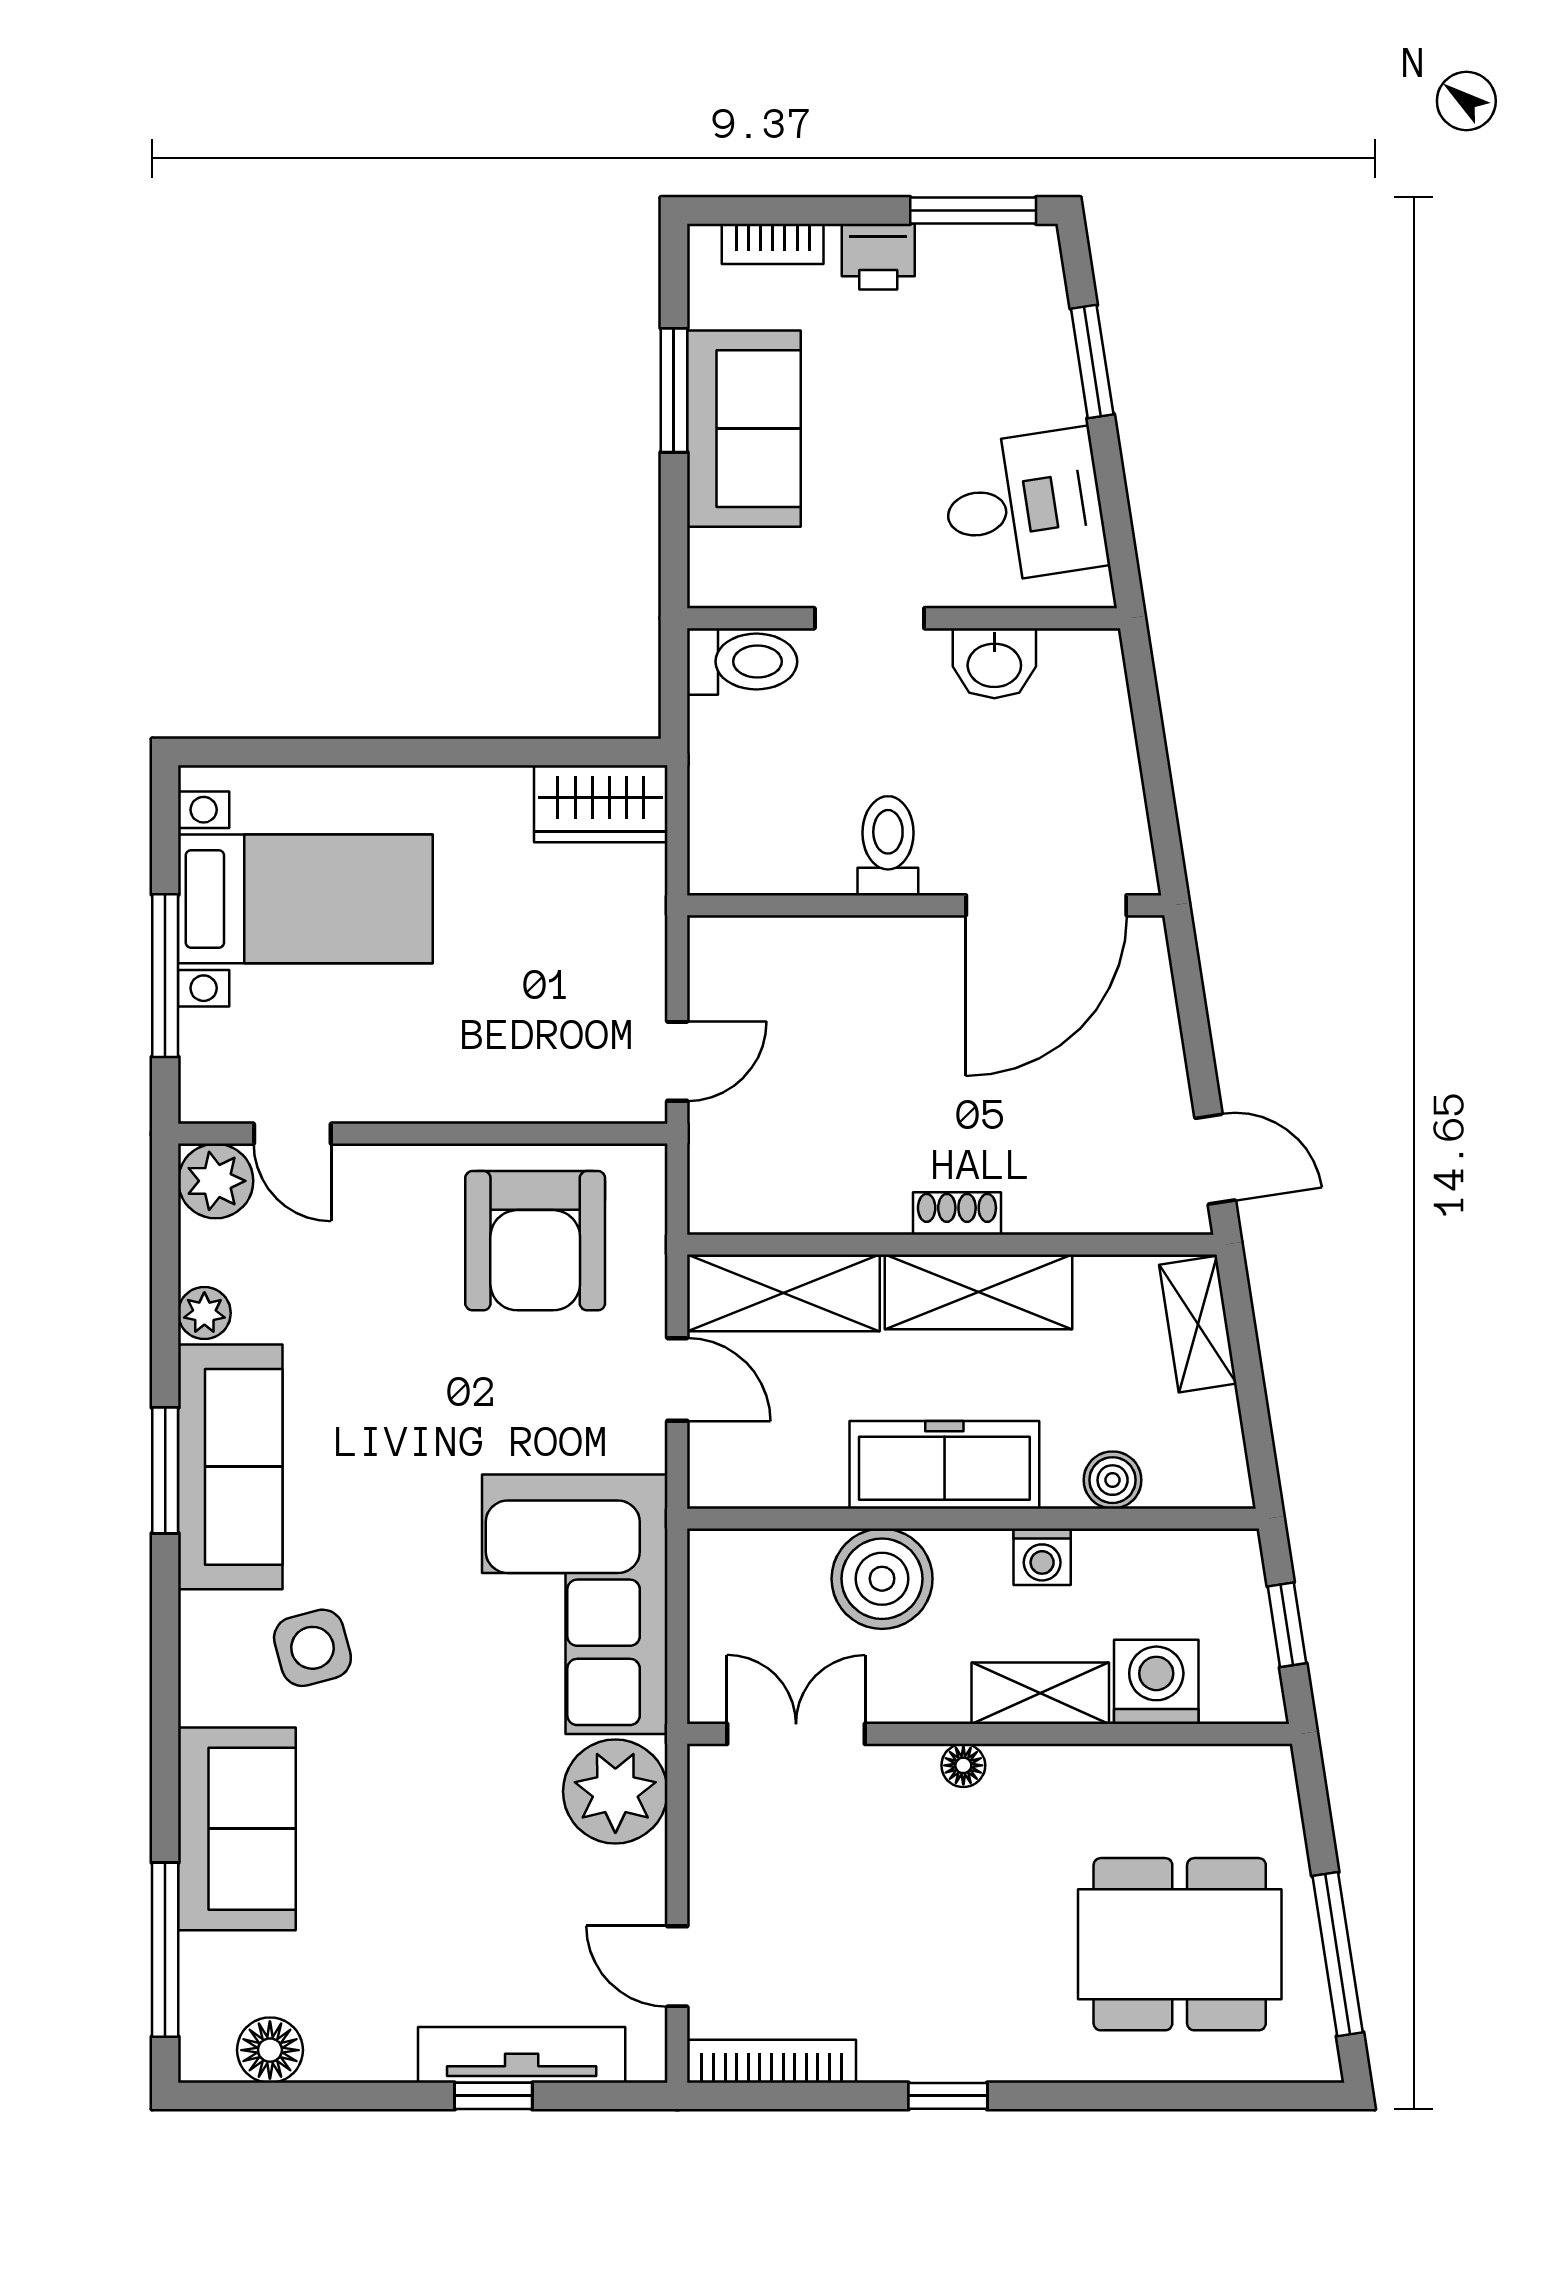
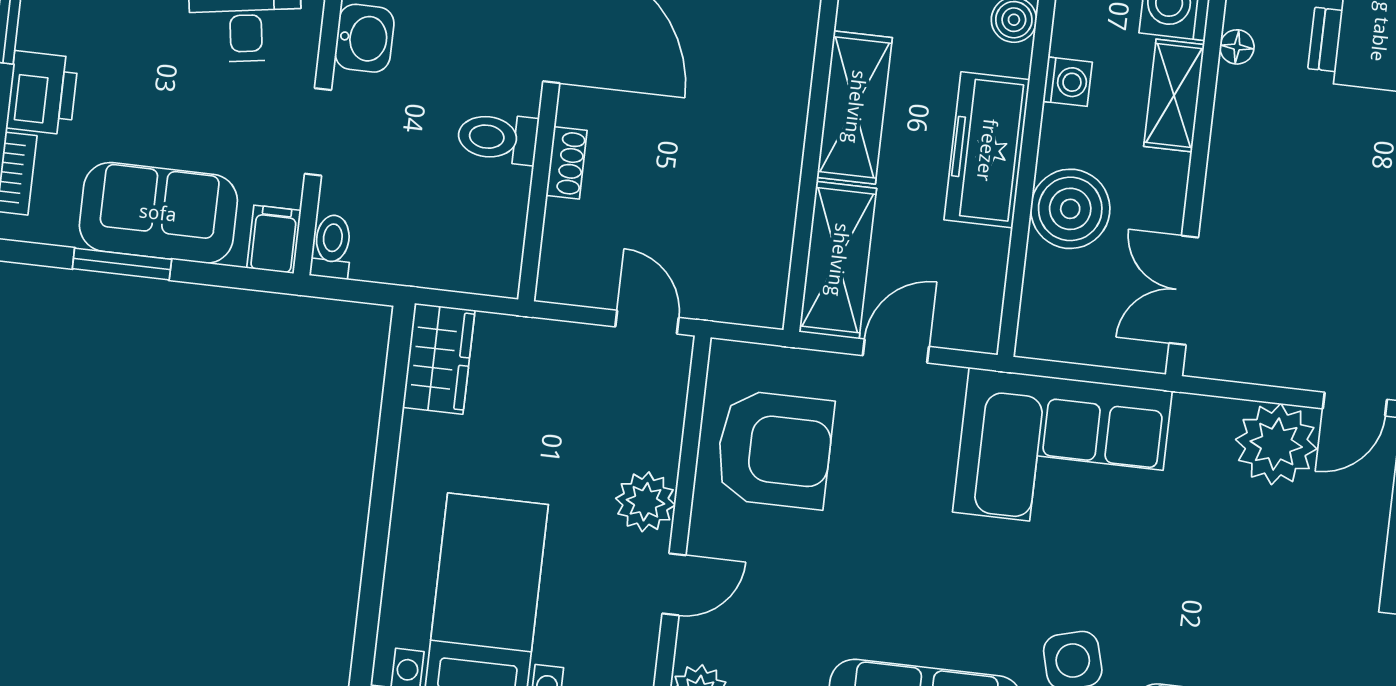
printer: (878, 257) -> (42, 93), width x1.36, depth x1.24
filing cabinet: (727, 578) -> (274, 239), added
toilet: (742, 662) -> (332, 246), width x0.73, depth x0.72
plant: (450, 1086) -> (645, 502), added
door: (292, 1134) -> (674, 584), moved
shoe rack: (957, 1213) -> (567, 163), moved, turned 180
floor lamp: (963, 1765) -> (1237, 47), moved
plant: (615, 1791) -> (1276, 444), moved

